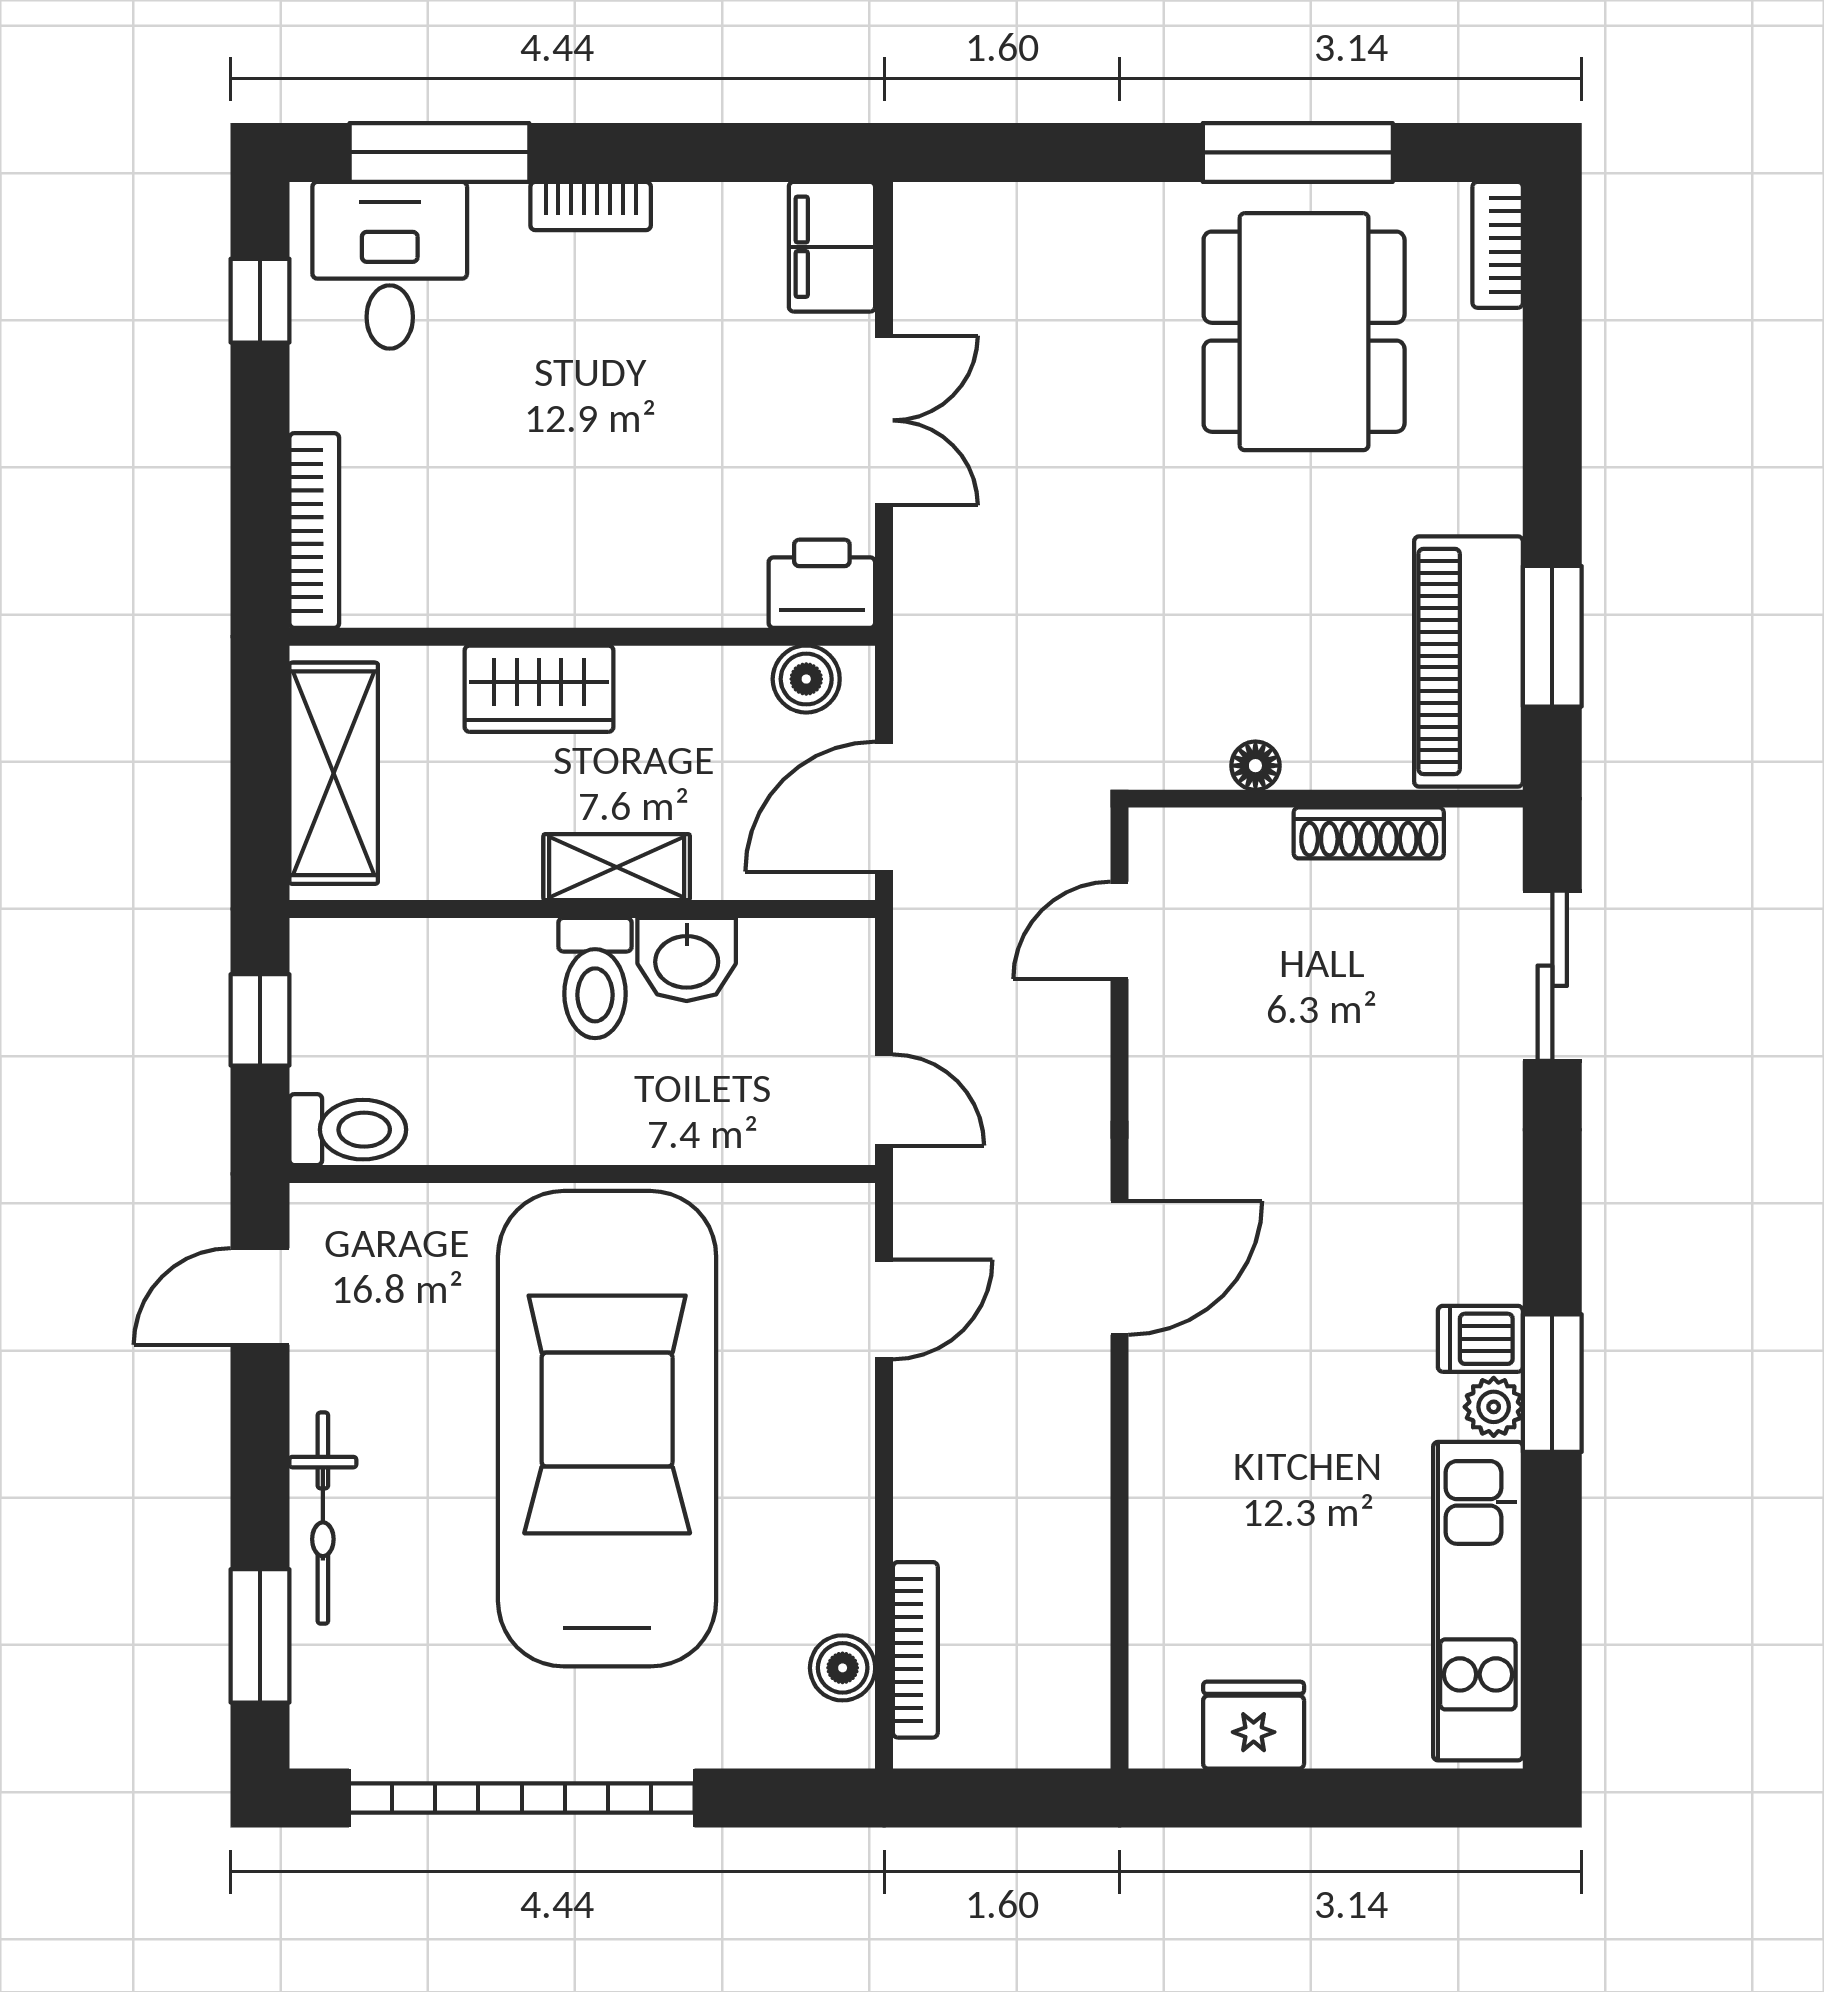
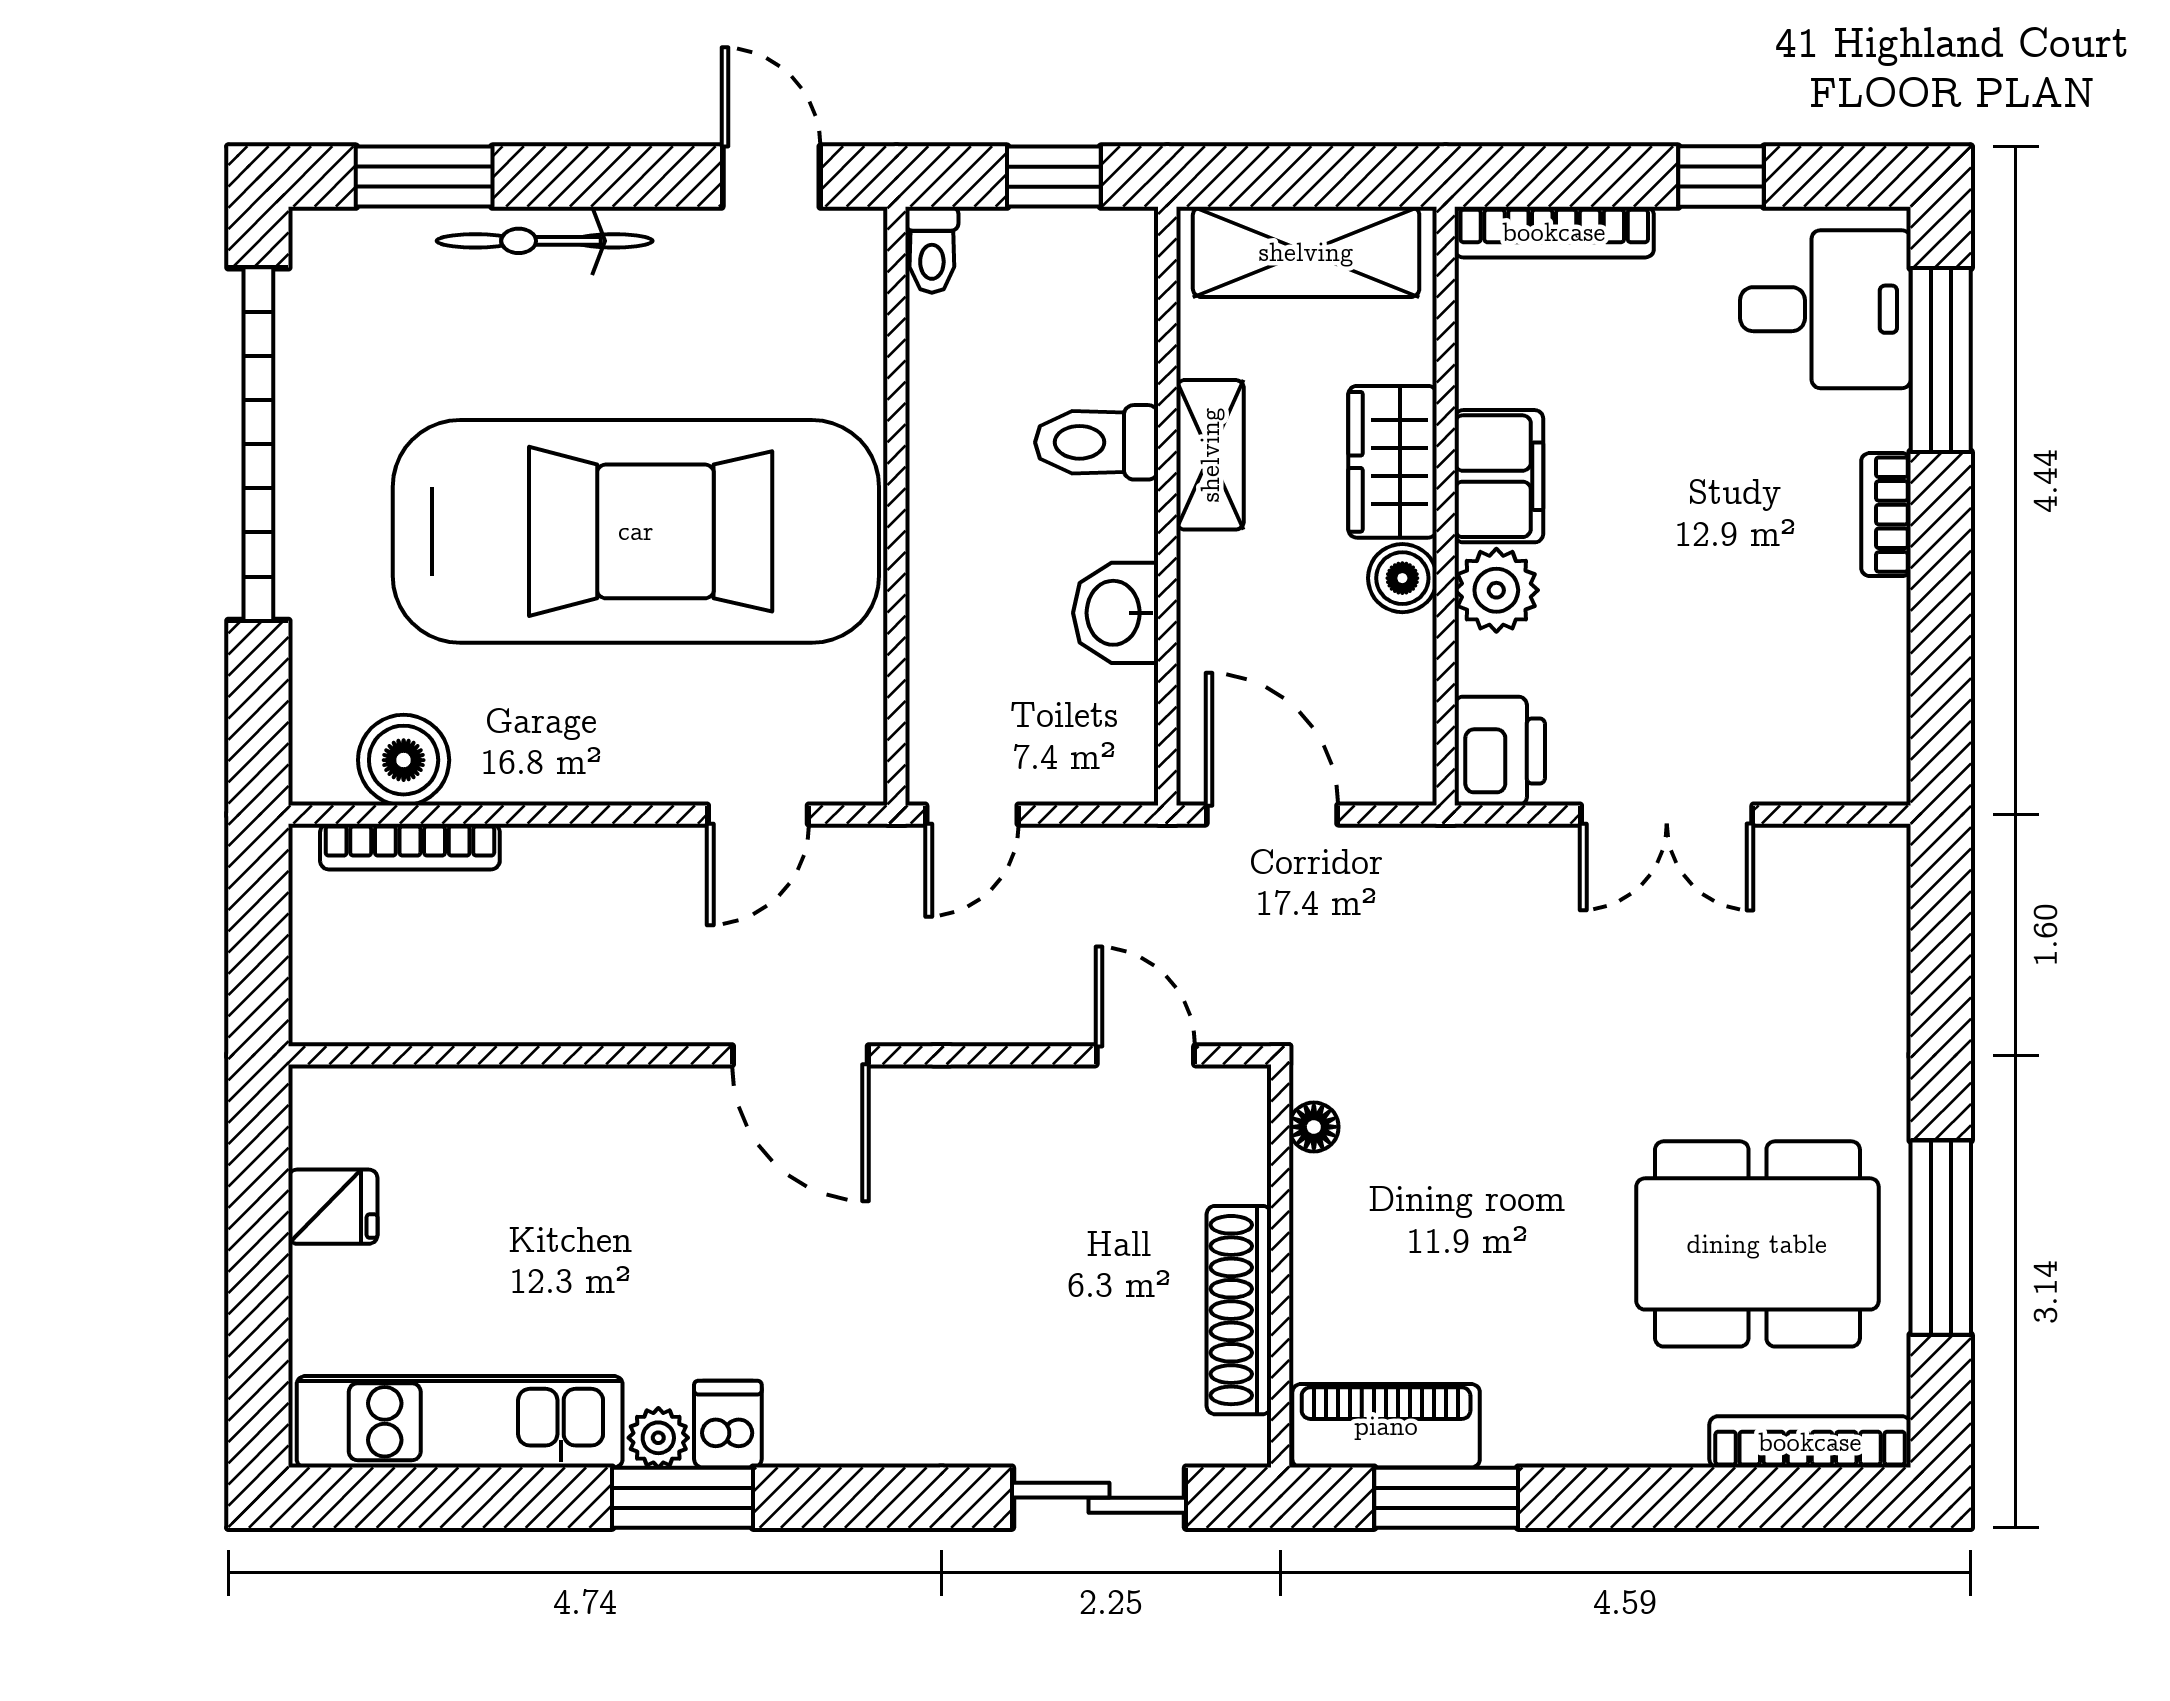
bookcase: (1498, 245) -> (1810, 1442), width x1.56
filing cabinet: (832, 247) -> (1499, 476), moved, turned 90
window: (260, 301) -> (1721, 177), moved
plant: (665, 587) -> (1496, 590), added
piano: (1468, 661) -> (1386, 1426), width x0.73, depth x0.75
boiler: (806, 679) -> (1402, 578), moved
floor lamp: (1255, 766) -> (1314, 1127), moved
shoe rack: (1369, 833) -> (1239, 1310), width x1.36, depth x1.24
shelving: (617, 867) -> (1210, 455), moved
toilet: (595, 978) -> (1097, 442), moved
toilet: (348, 1130) -> (932, 250), width x0.73, depth x0.72
door: (884, 1309) -> (758, 815), hinge flipped
boiler: (843, 1668) -> (404, 760), width x1.36, depth x1.36
fridge: (1254, 1725) -> (333, 1207), width x0.72

